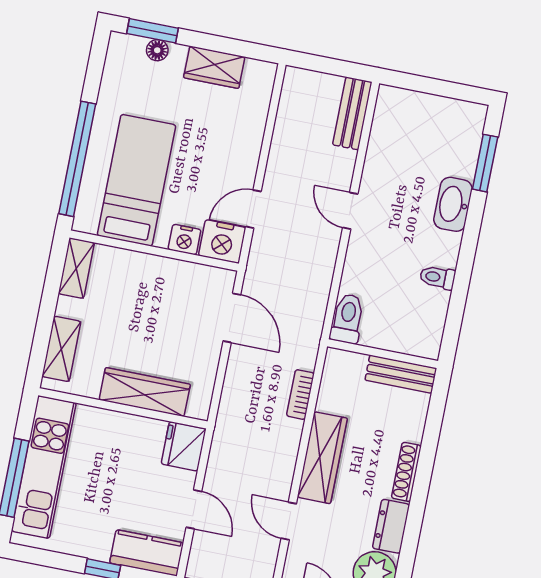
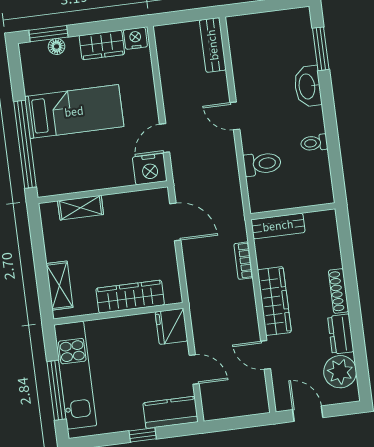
bed: (136, 180) -> (74, 112), moved, turned 90
nightstand: (184, 240) -> (135, 38), moved, turned 180
shelving: (76, 268) -> (81, 208), moved, turned 90
toilet: (347, 319) -> (262, 164), moved, turned 90
bench: (401, 374) -> (278, 226), moved

